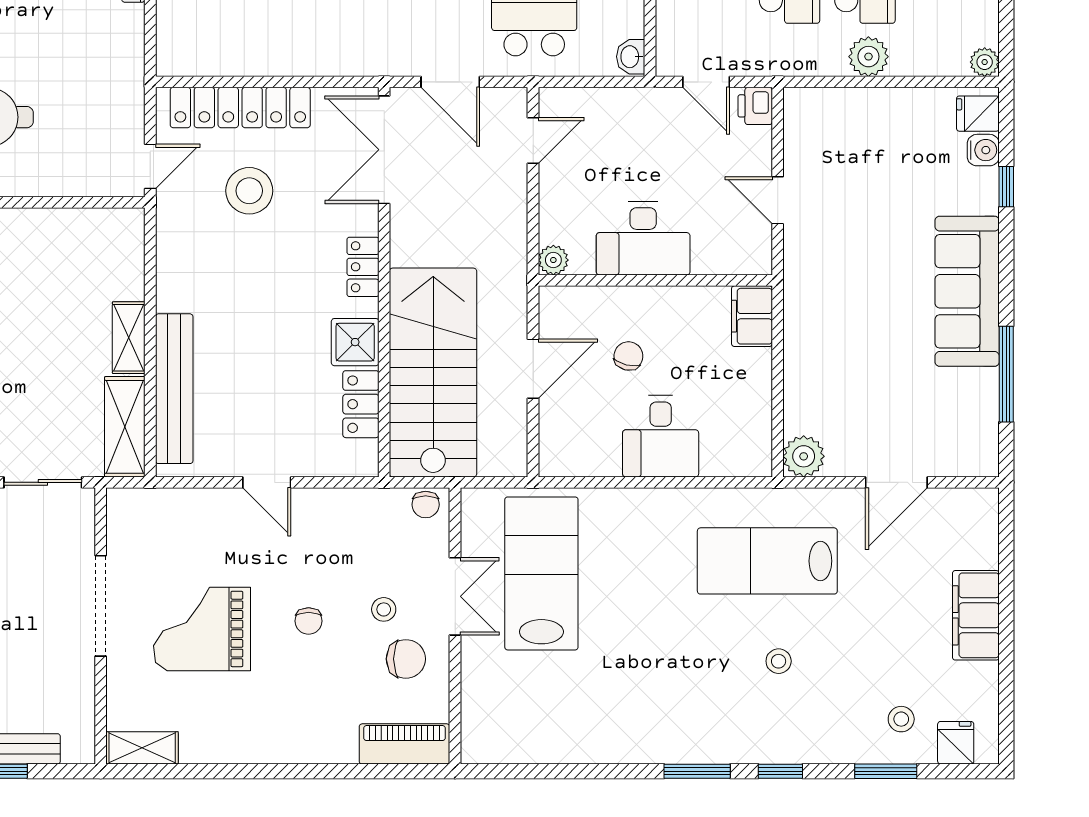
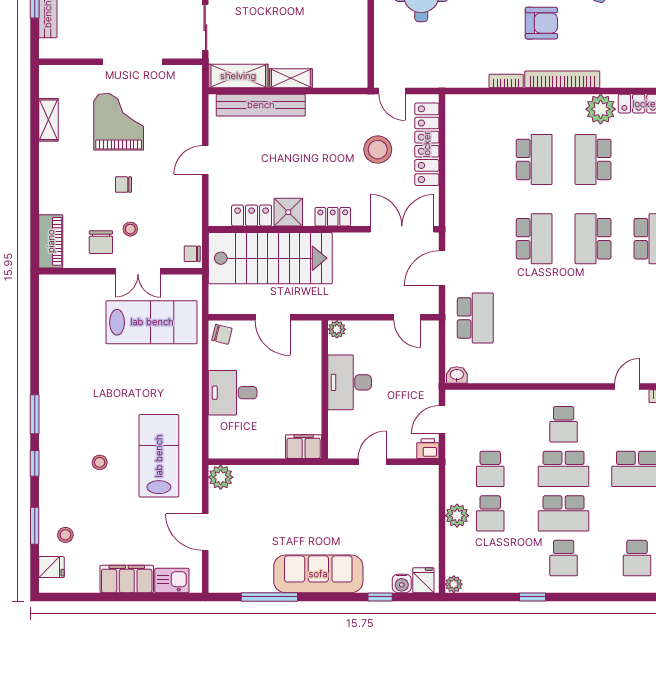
chair: (628, 356) -> (222, 334), moved
kitchen sink: (978, 539) -> (172, 580), added
shelving: (142, 748) -> (48, 120), moved

